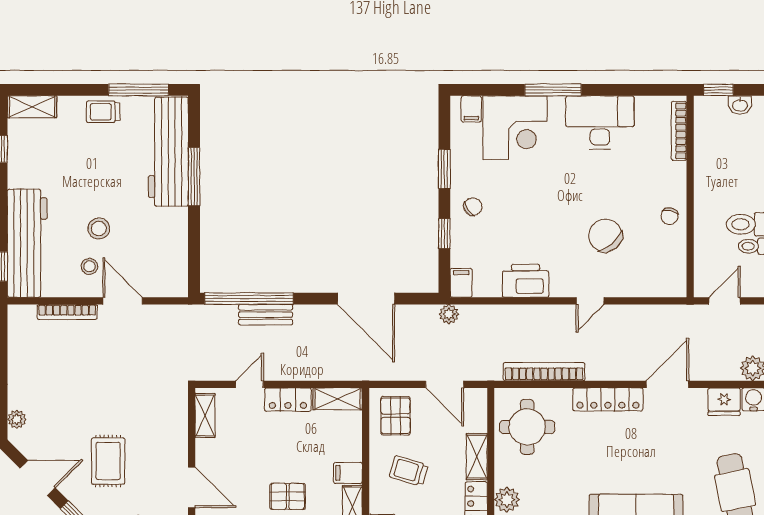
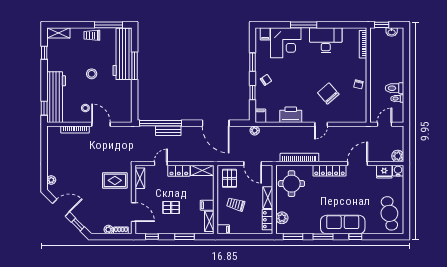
stool: (99, 228) -> (92, 74), moved
rug: (108, 461) -> (115, 180), moved, turned 90
pallet: (288, 496) -> (171, 207), moved

